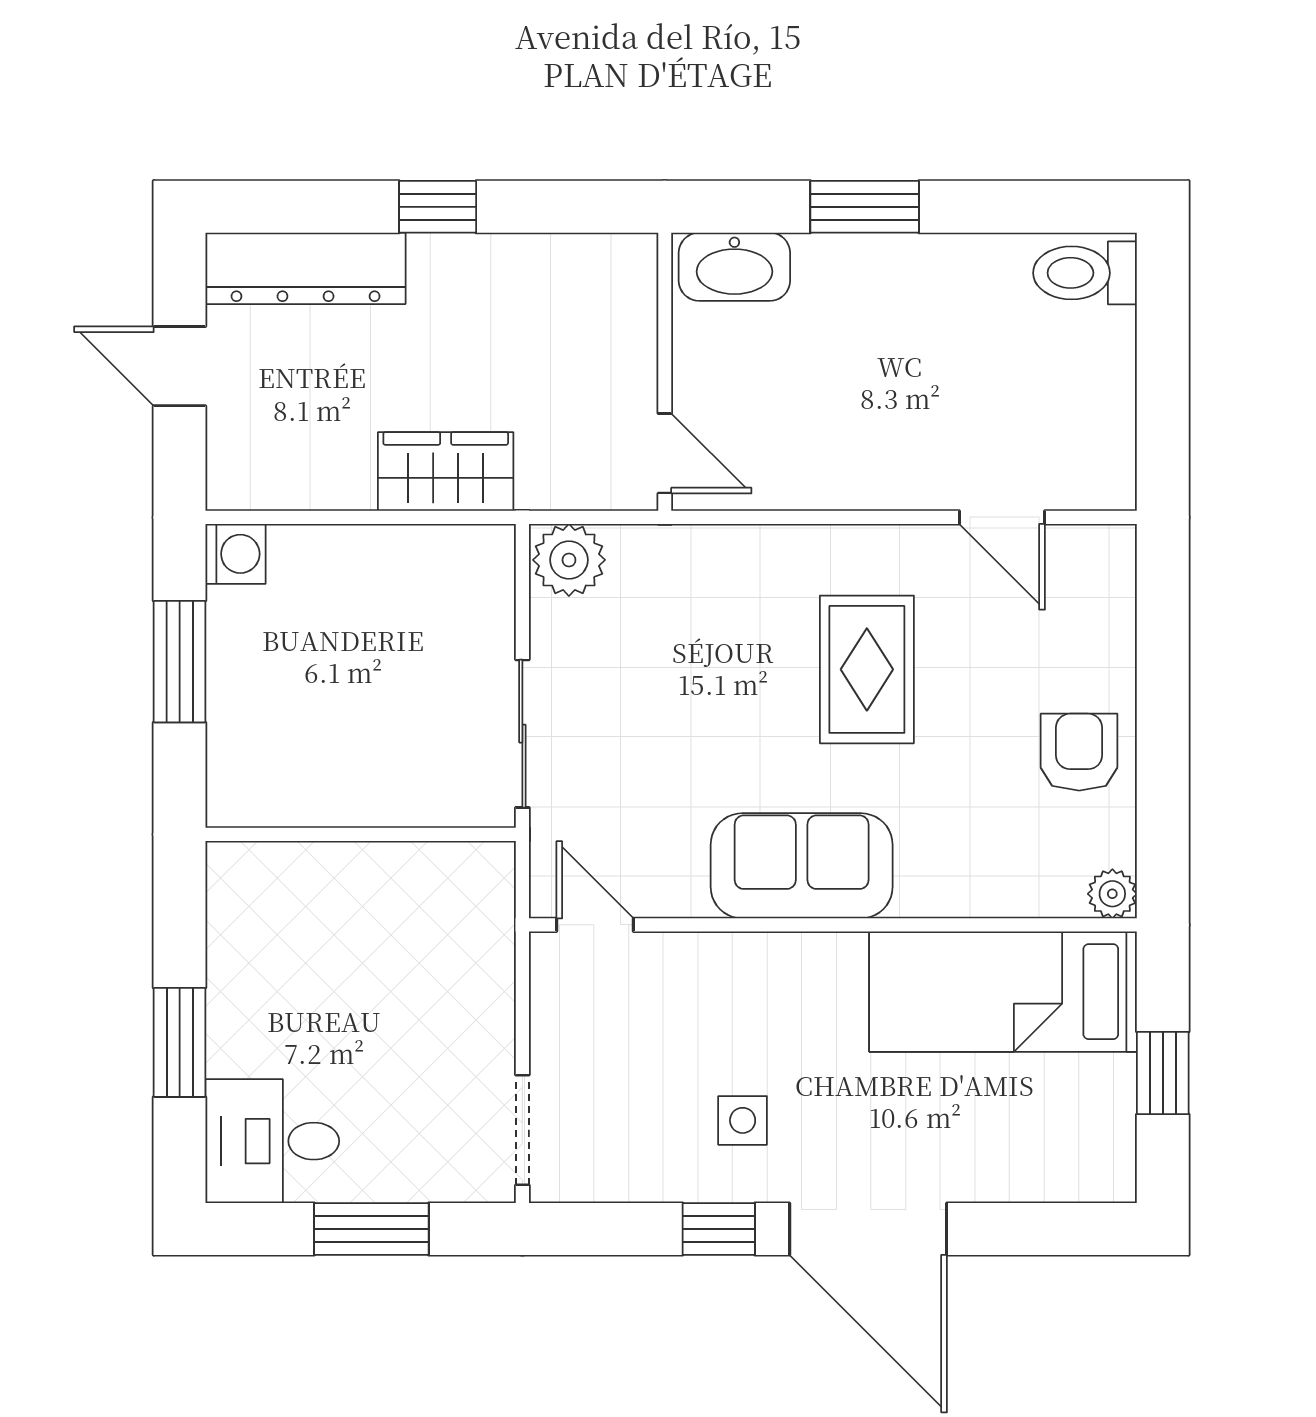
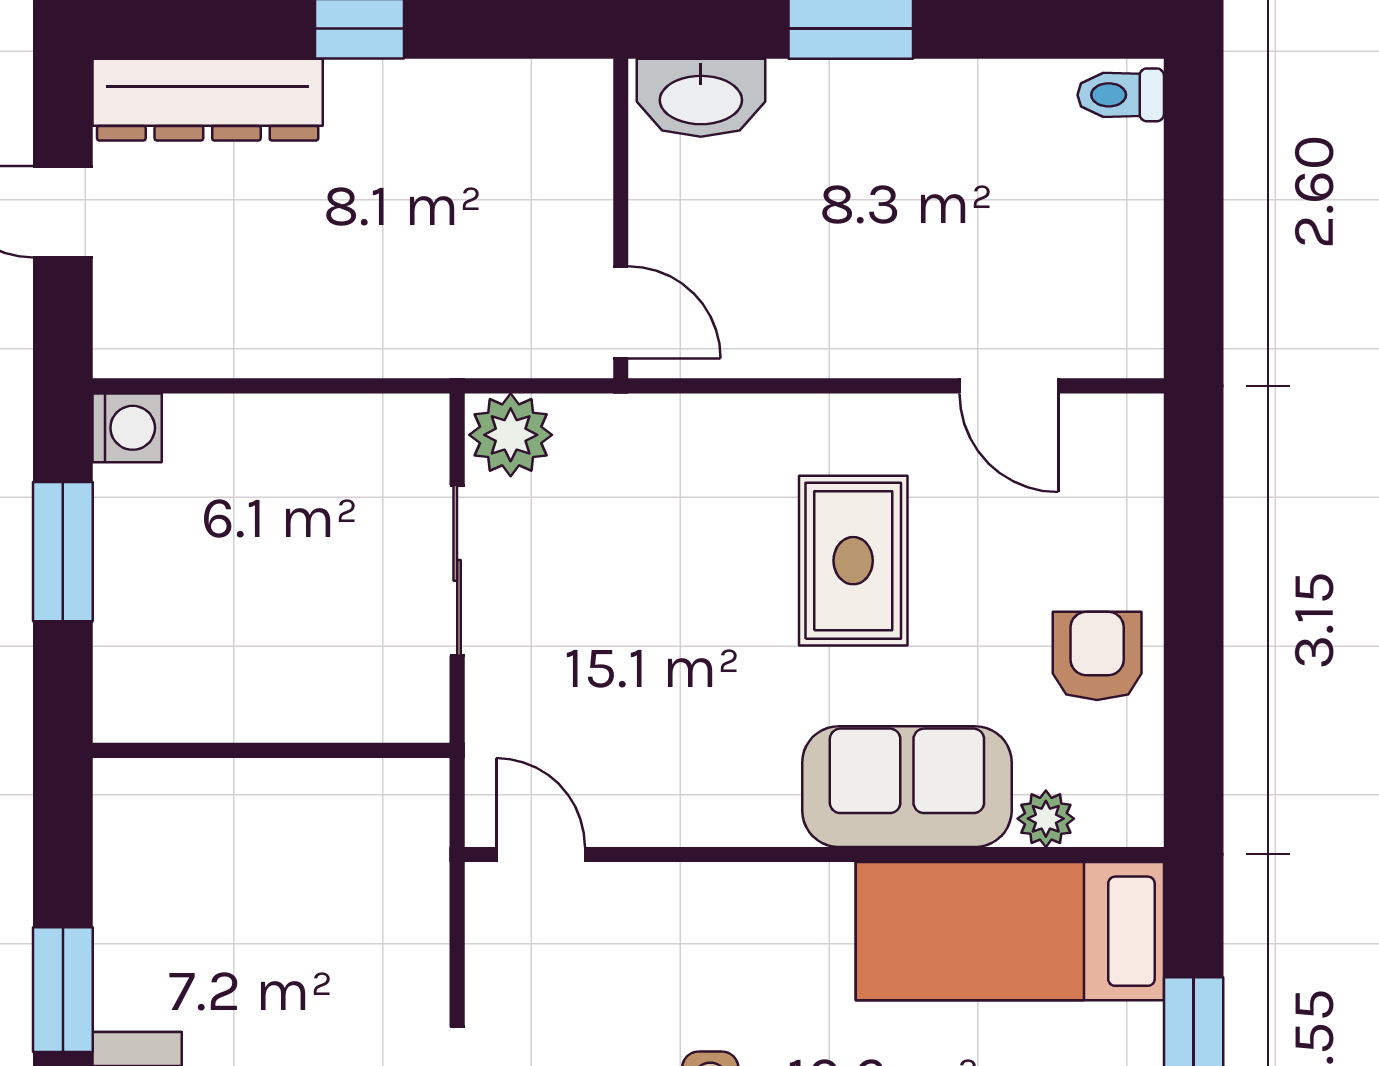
toilet: (1085, 273) -> (1121, 95), width x0.73, depth x0.72
wardrobe: (446, 472) -> (369, 333), removed
sliding door: (522, 734) -> (457, 570), moved
sofa: (802, 866) -> (907, 787), moved
plant: (1112, 894) -> (1046, 819), moved

